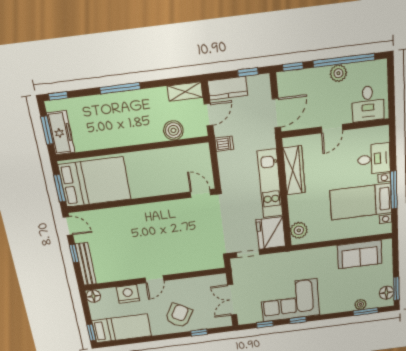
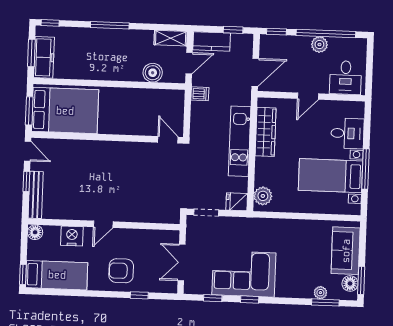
fridge: (271, 233) -> (237, 202), width x0.53, depth x0.75
sofa: (360, 254) -> (346, 251), moved, turned 90
armchair: (179, 315) -> (121, 271), turned -120

